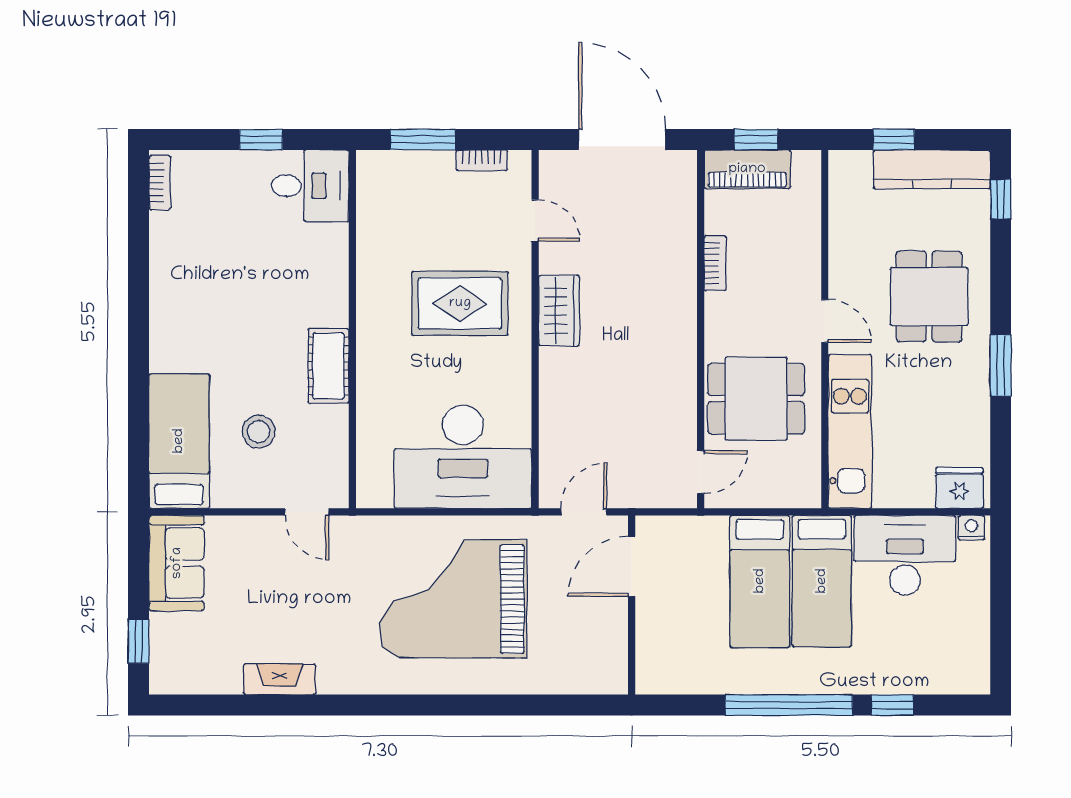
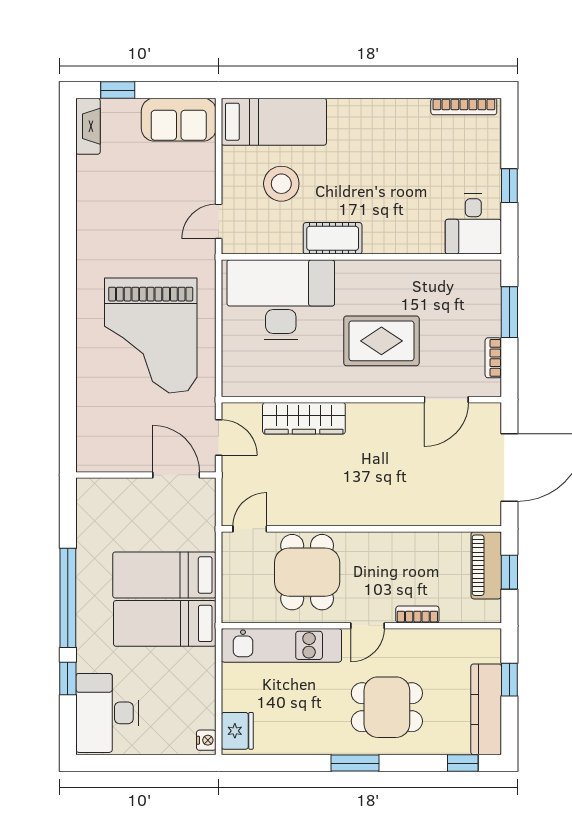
bookcase: (160, 183) -> (464, 106), width x1.56
door: (535, 220) -> (446, 400), width x1.38
bookcase: (715, 263) -> (417, 614), moved, turned 180
rug: (460, 303) -> (381, 341), turned 90
wardrobe: (559, 311) -> (304, 418), moved, width x1.50
window: (1001, 365) -> (355, 763), moved
stool: (259, 432) -> (281, 184), width x1.38, depth x1.38
desk: (463, 457) -> (281, 300), moved, turned 90
door: (701, 472) -> (250, 529), swing flipped
desk: (905, 555) -> (107, 713), moved, turned 180
grand piano: (453, 599) -> (151, 336), turned 180
fireplace: (280, 679) -> (88, 126), moved

